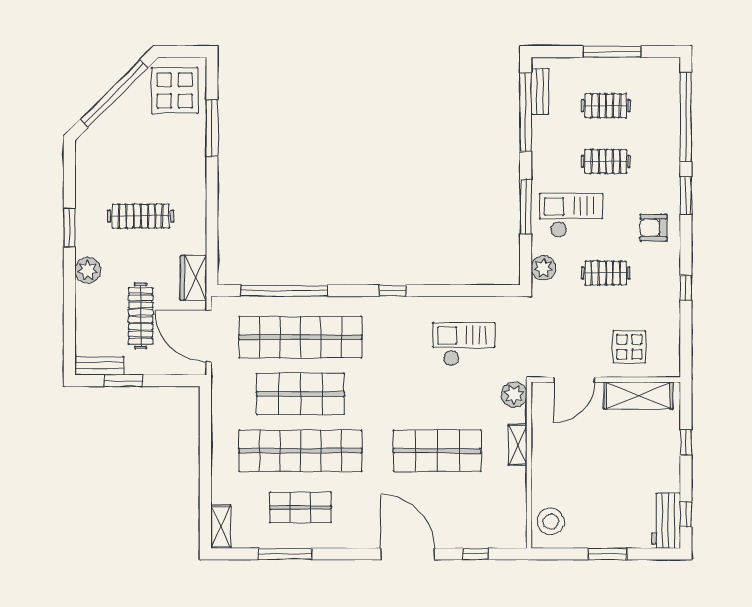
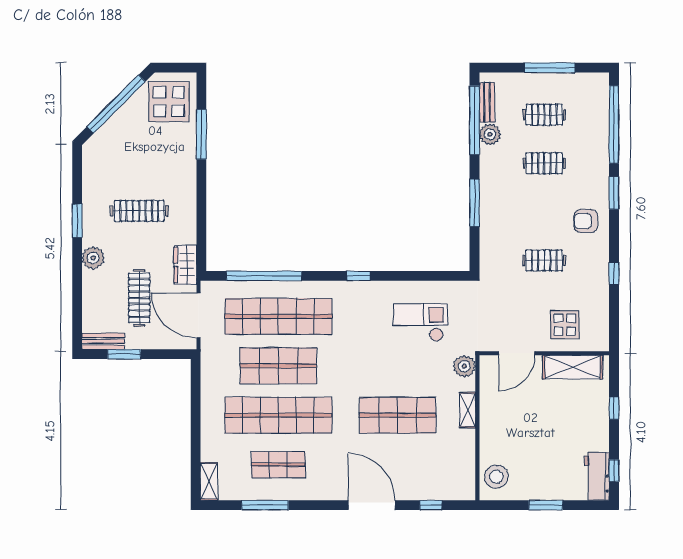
checkout: (571, 215) -> (514, 210), removed
plant: (543, 268) -> (490, 134), moved

